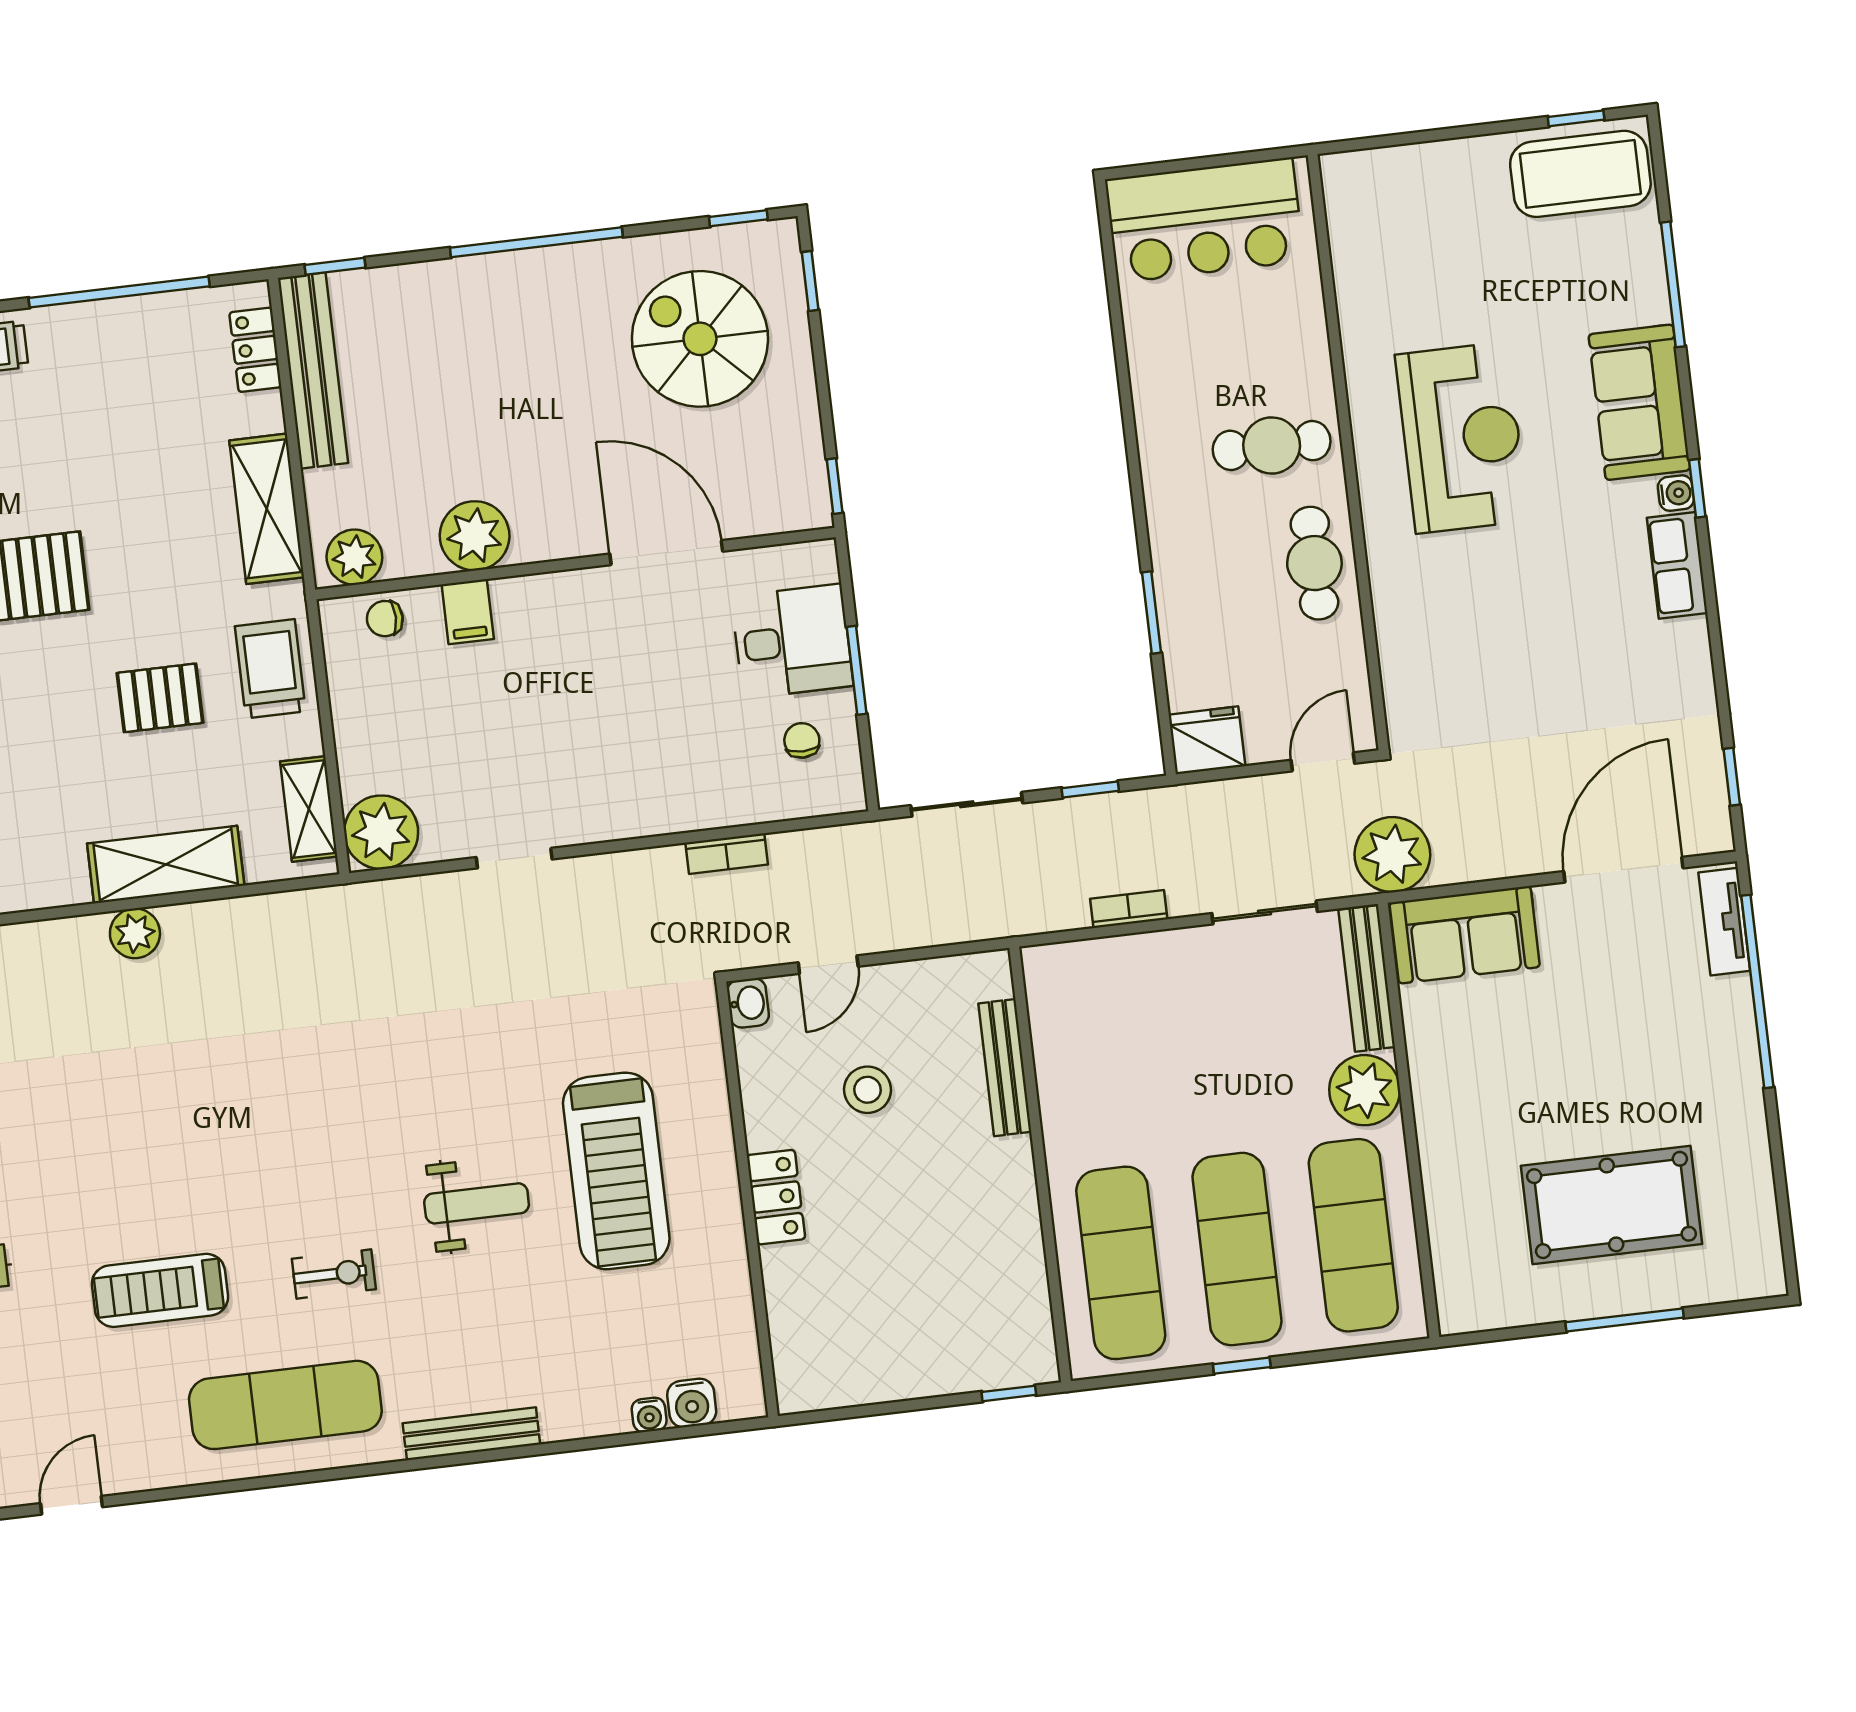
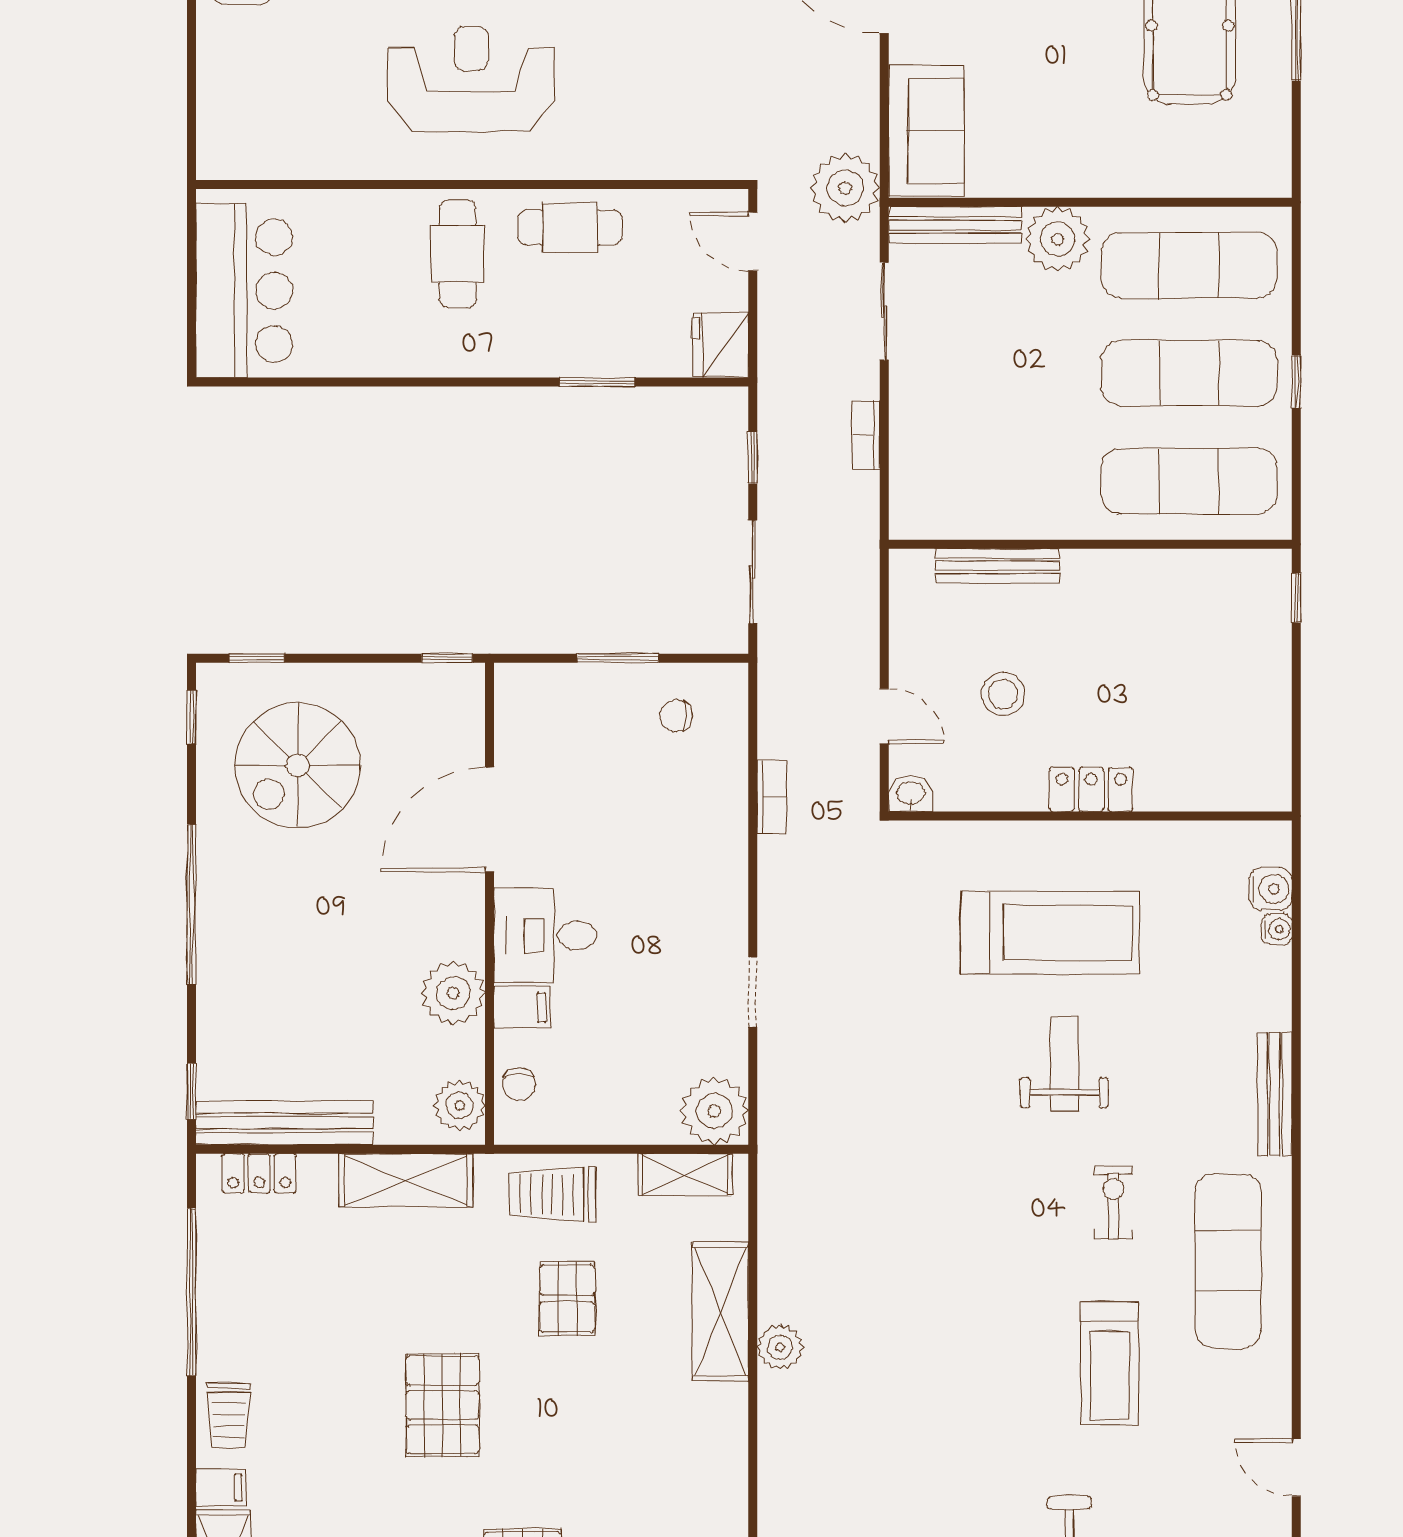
desk: (792, 641) -> (545, 935), moved, turned -90

